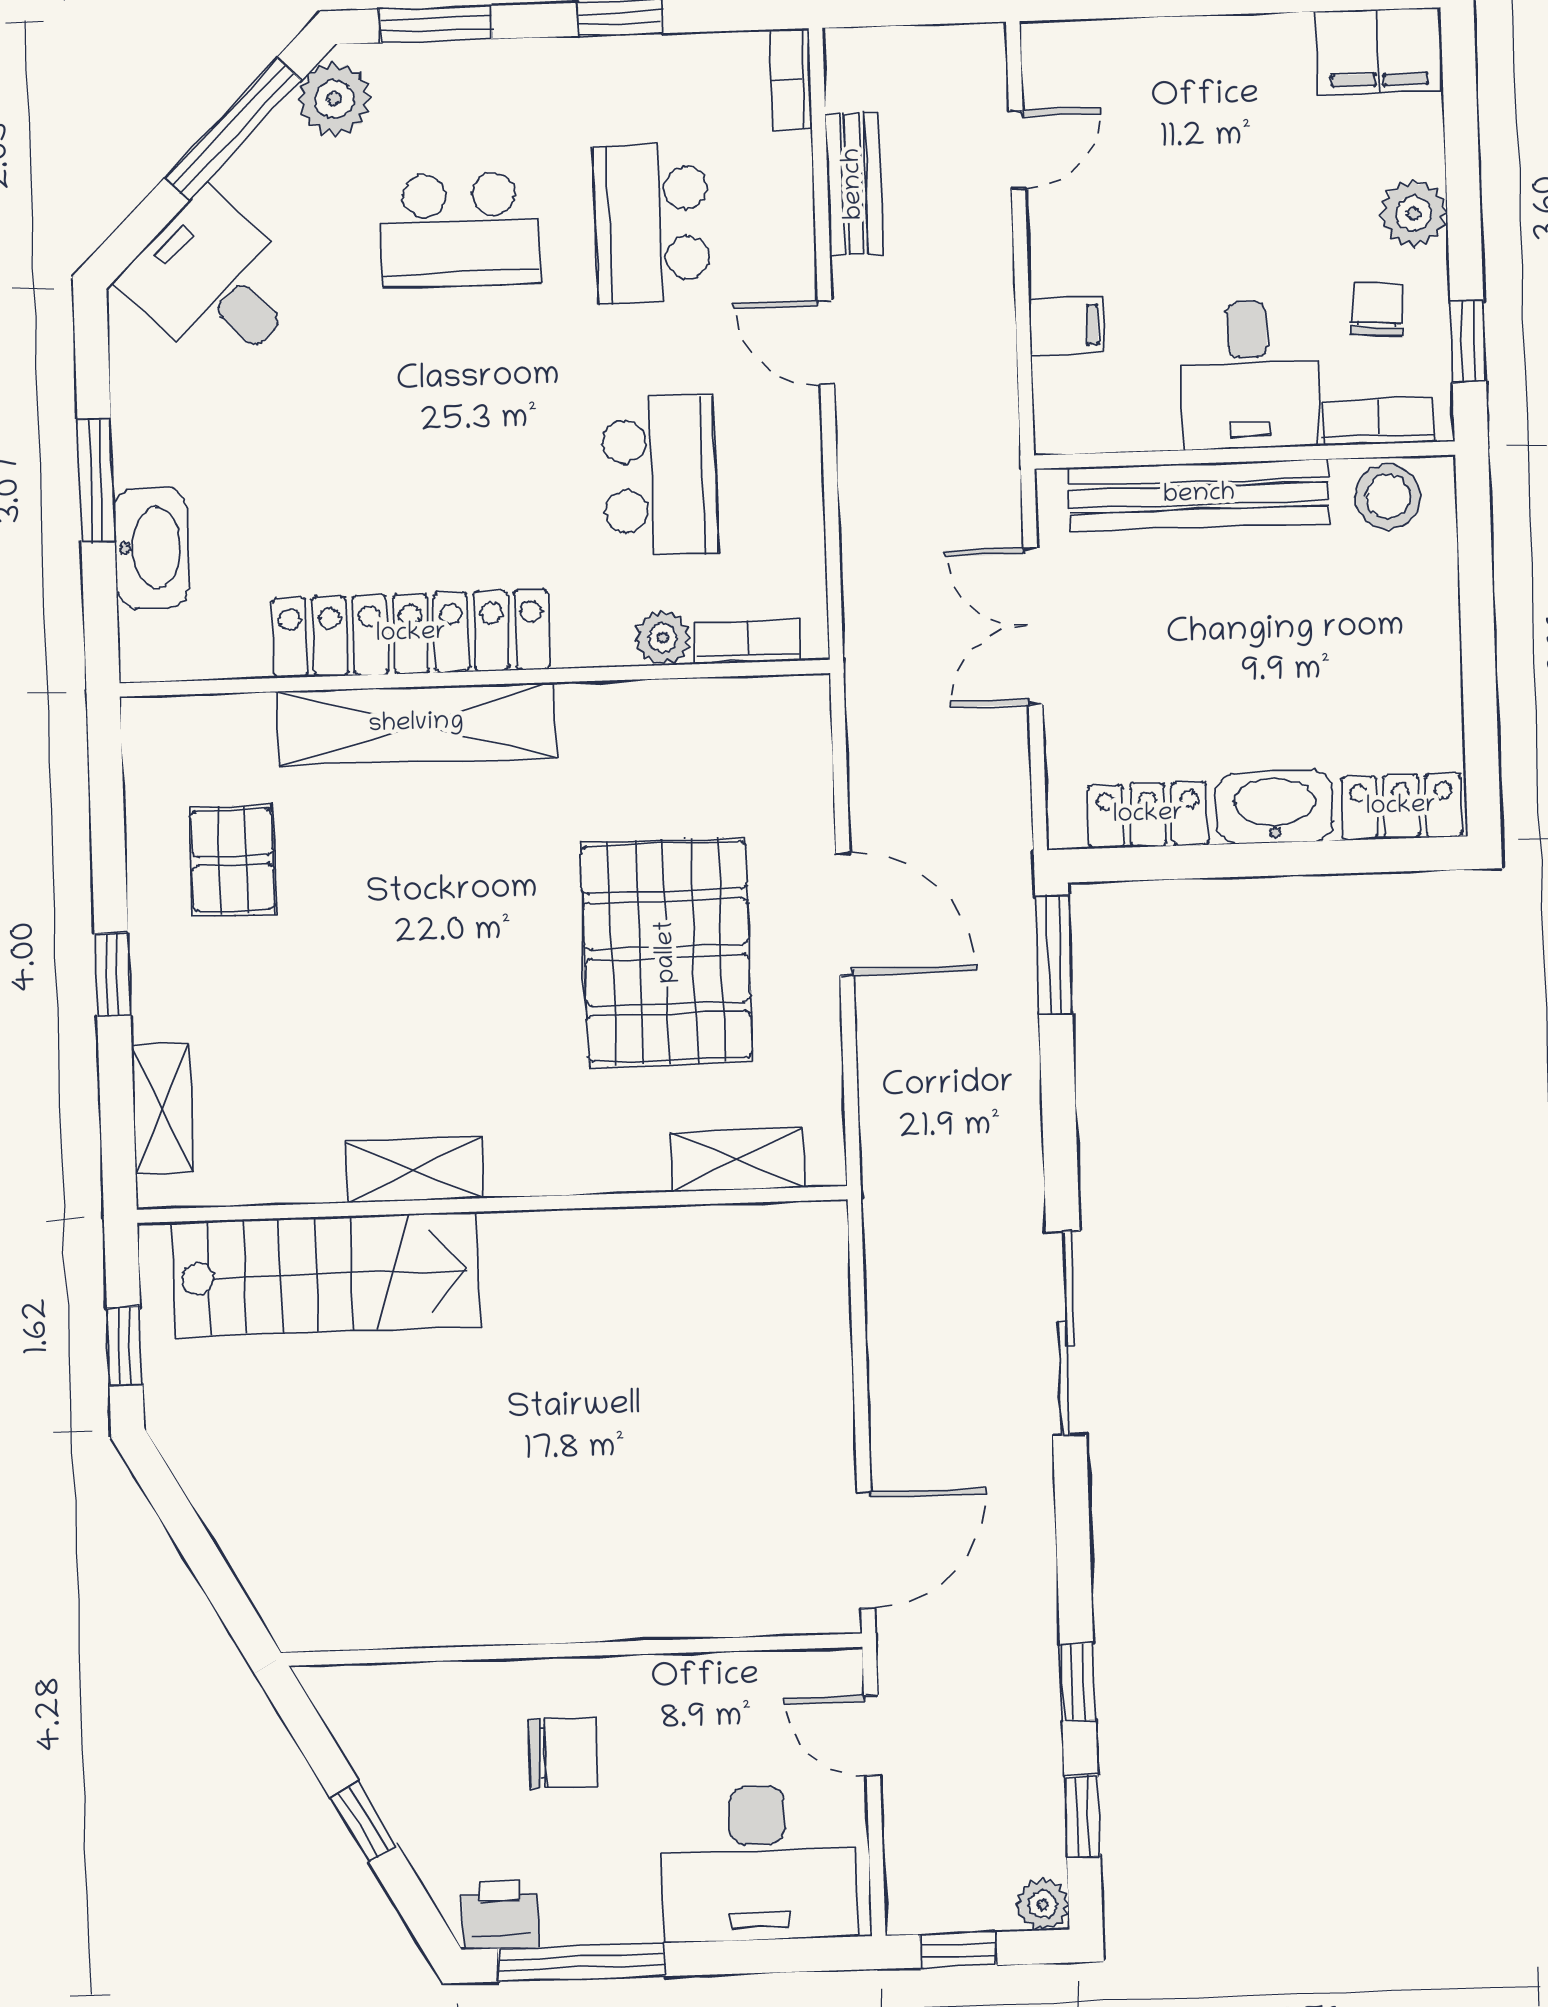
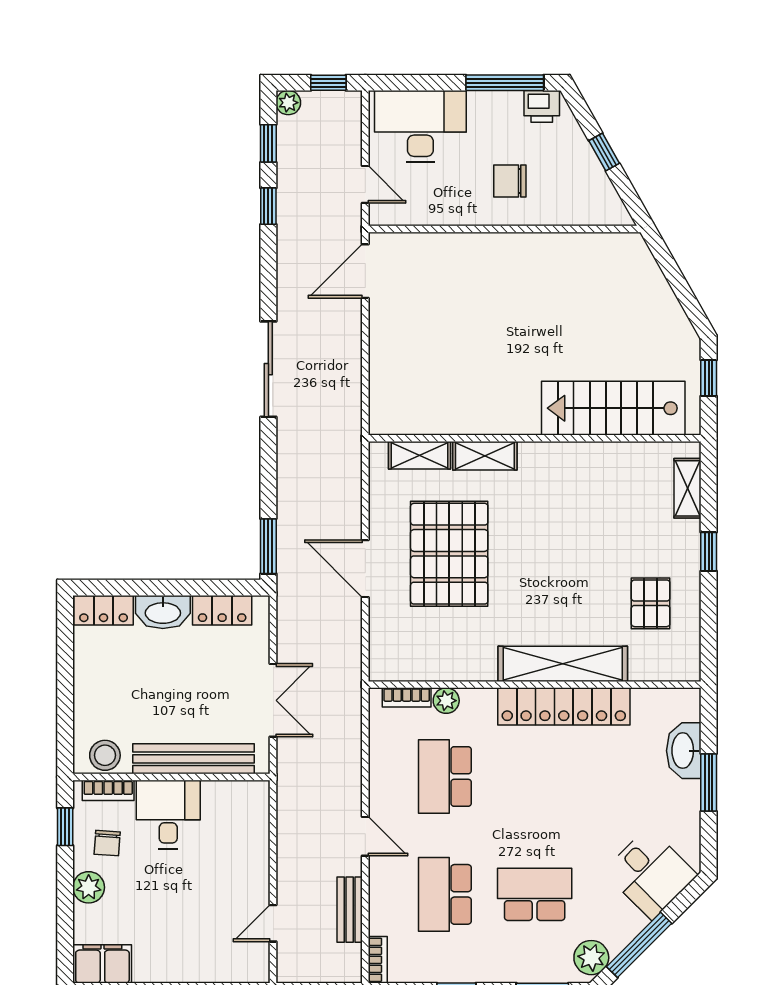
school desk: (652, 223) -> (445, 894), turned 180
filing cabinet: (1067, 325) -> (253, 840), removed
shelving: (415, 1170) -> (485, 456), moved

